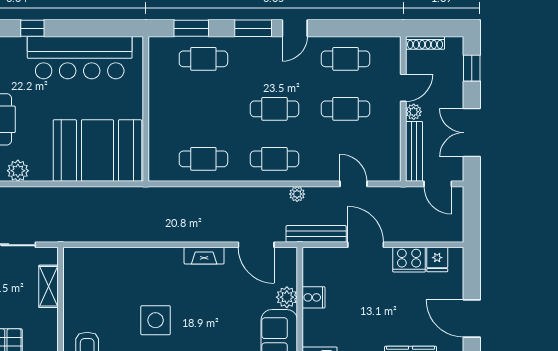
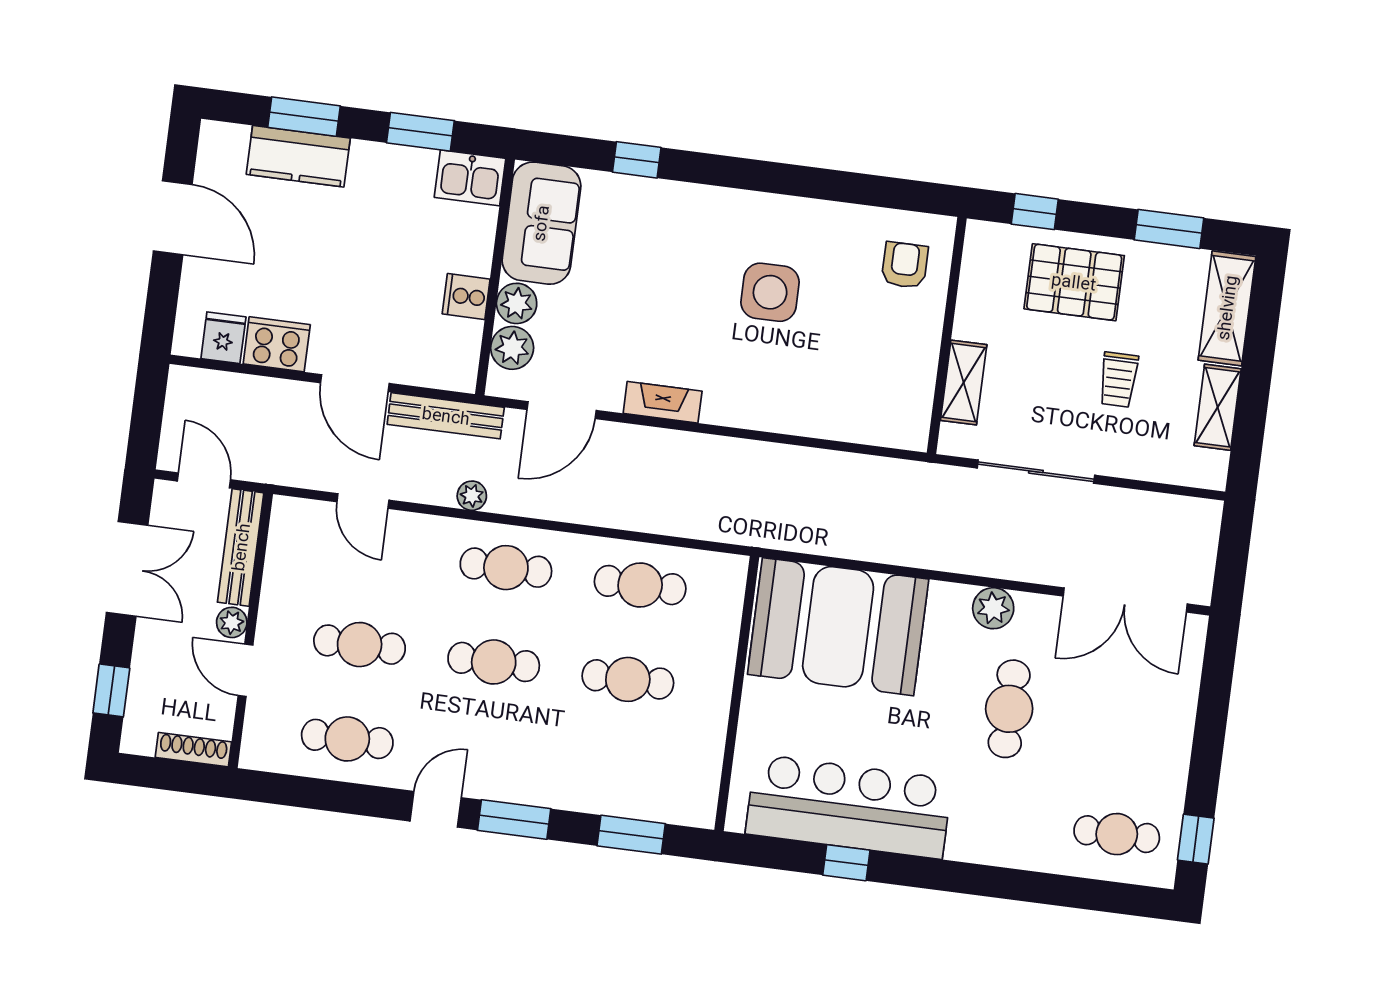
window: (32, 28) -> (846, 863), moved
cafe table: (203, 59) -> (628, 679), moved
door: (403, 88) -> (245, 670), hinge flipped
door: (256, 245) -> (562, 410), swing flipped
plant: (286, 274) -> (512, 348), added

